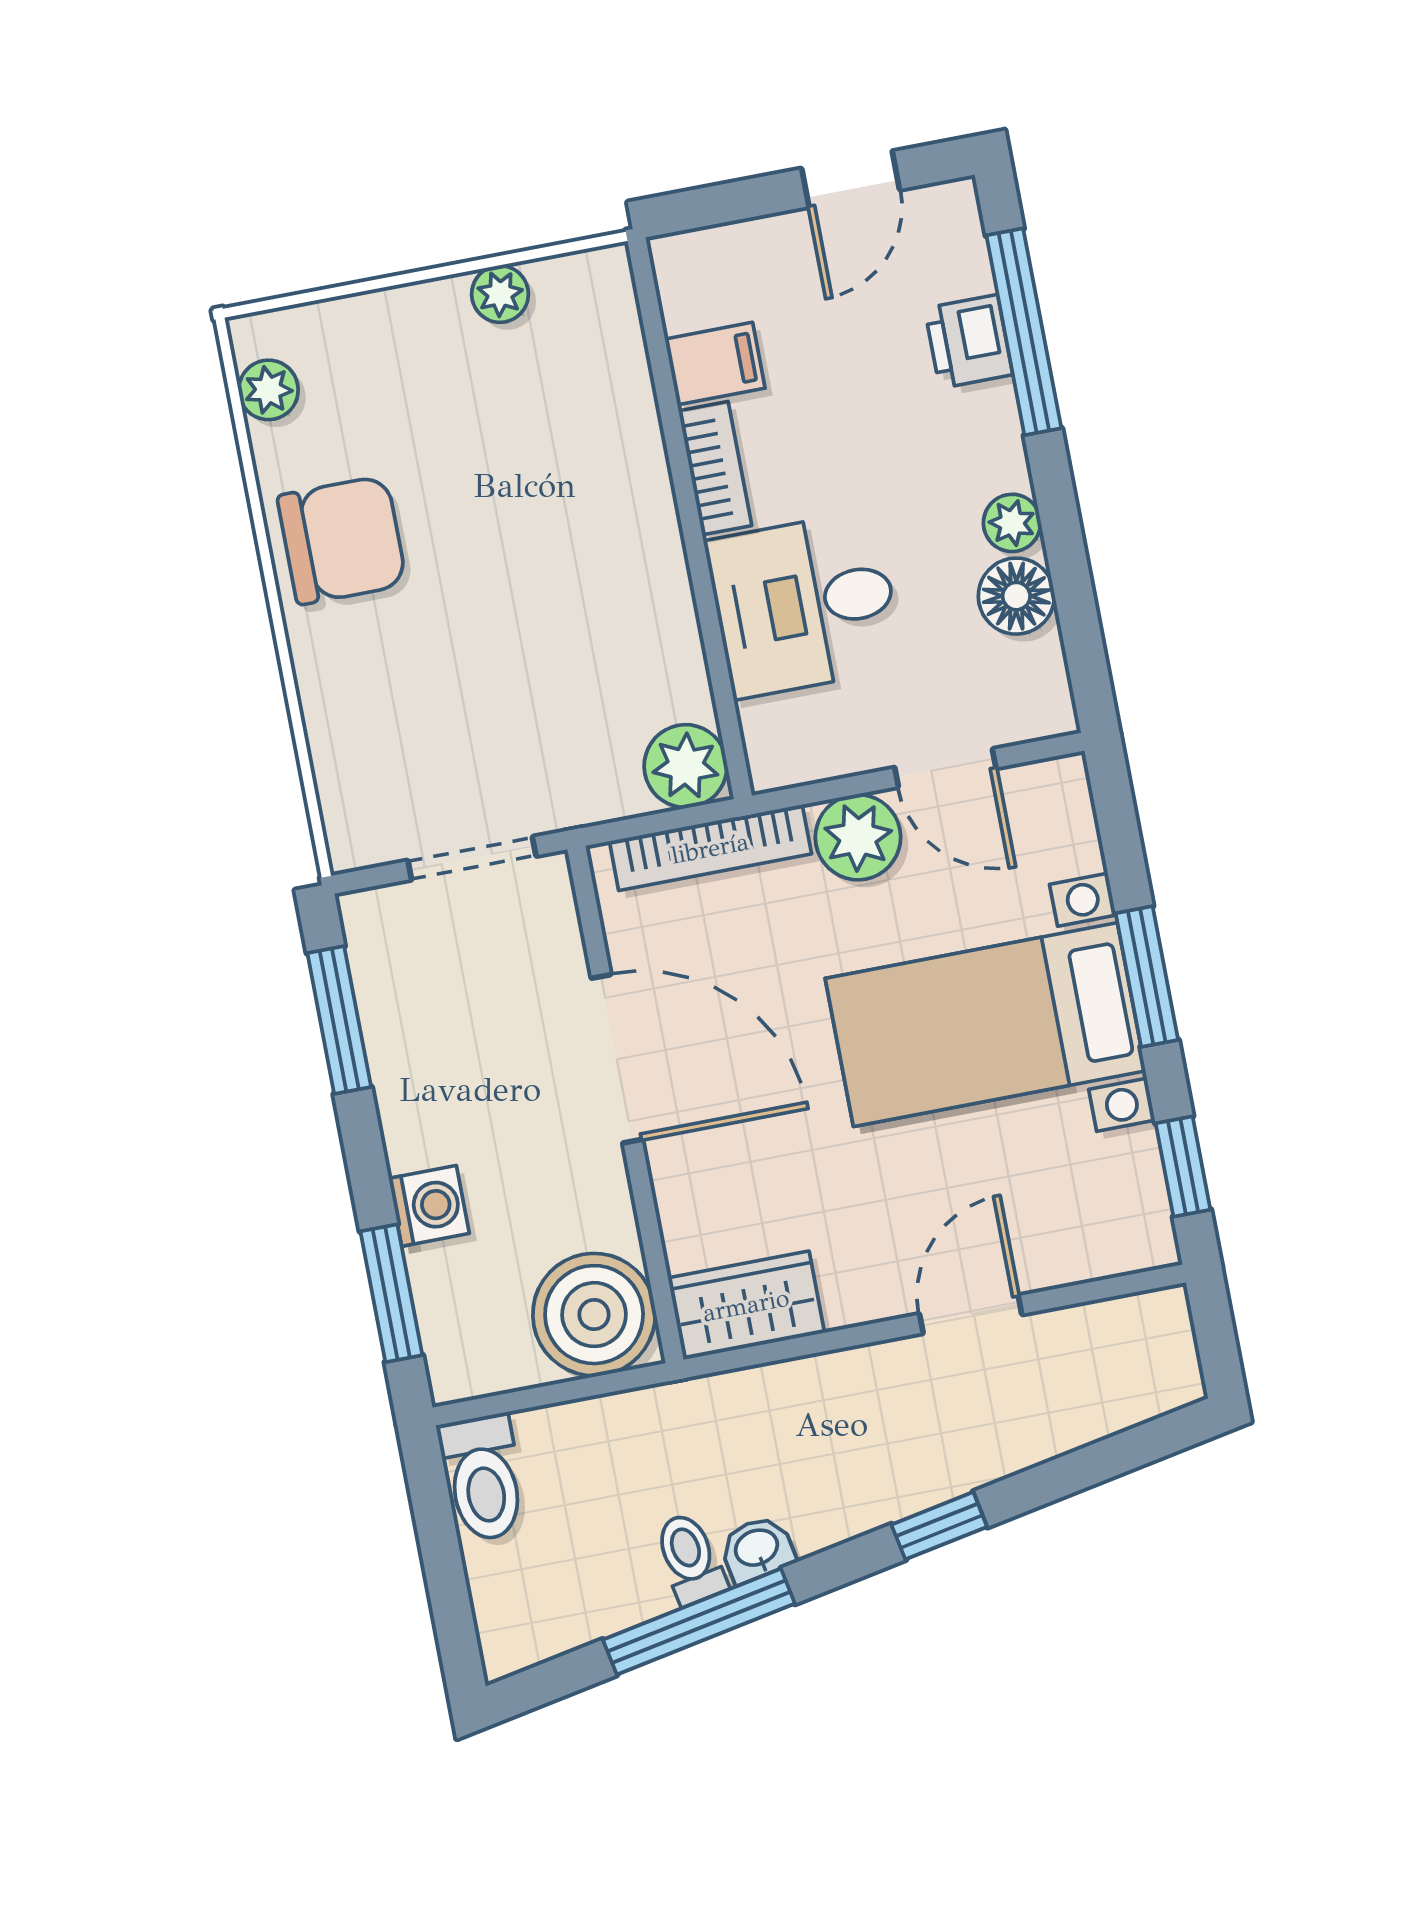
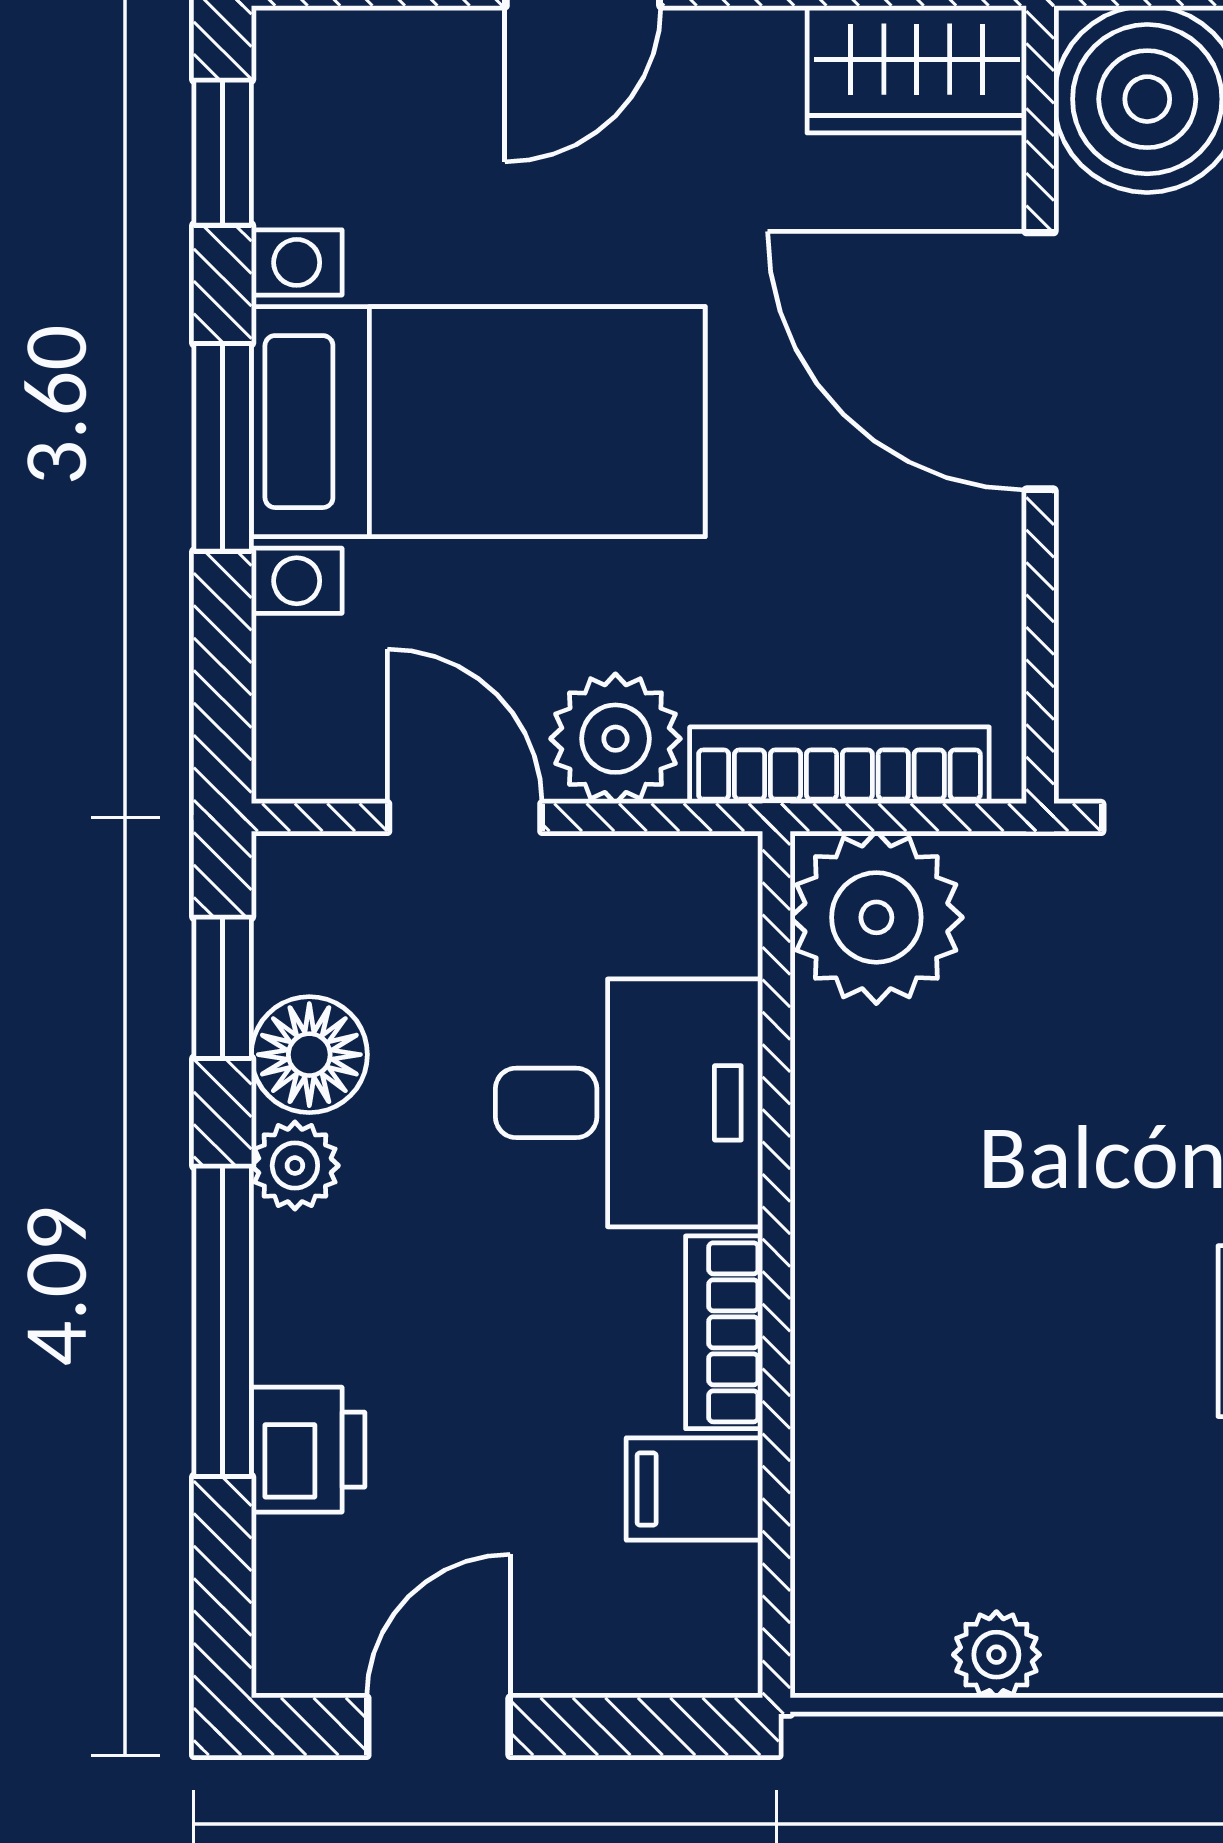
window: (1024, 332) -> (223, 1321), moved
window: (1080, 629) -> (223, 988), added
plant: (686, 766) -> (876, 917), width x1.36, depth x1.36
door: (617, 1059) -> (1040, 361), moved

